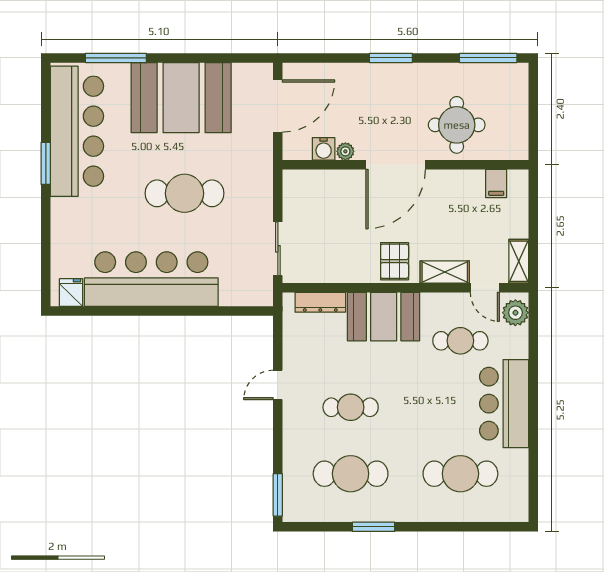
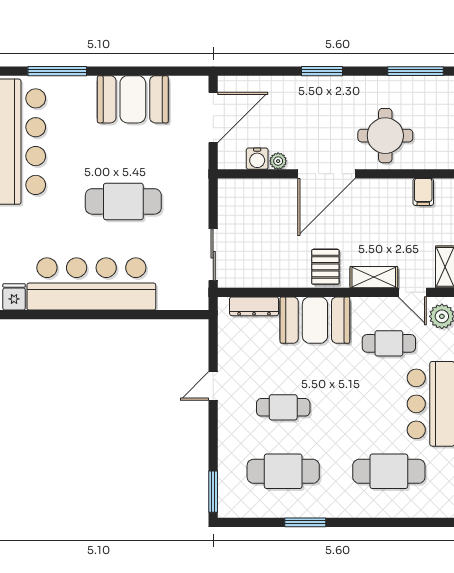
booth: (181, 98) -> (133, 99), width x0.73, depth x0.70

